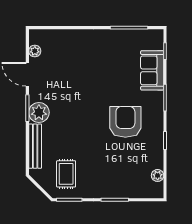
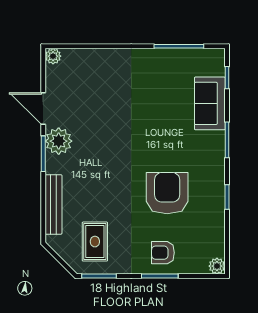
plant: (35, 51) -> (53, 56), moved
plant: (39, 112) -> (59, 141), moved
armchair: (125, 122) -> (167, 193), moved
plant: (158, 175) -> (217, 266), moved
armchair: (117, 182) -> (163, 253), added

